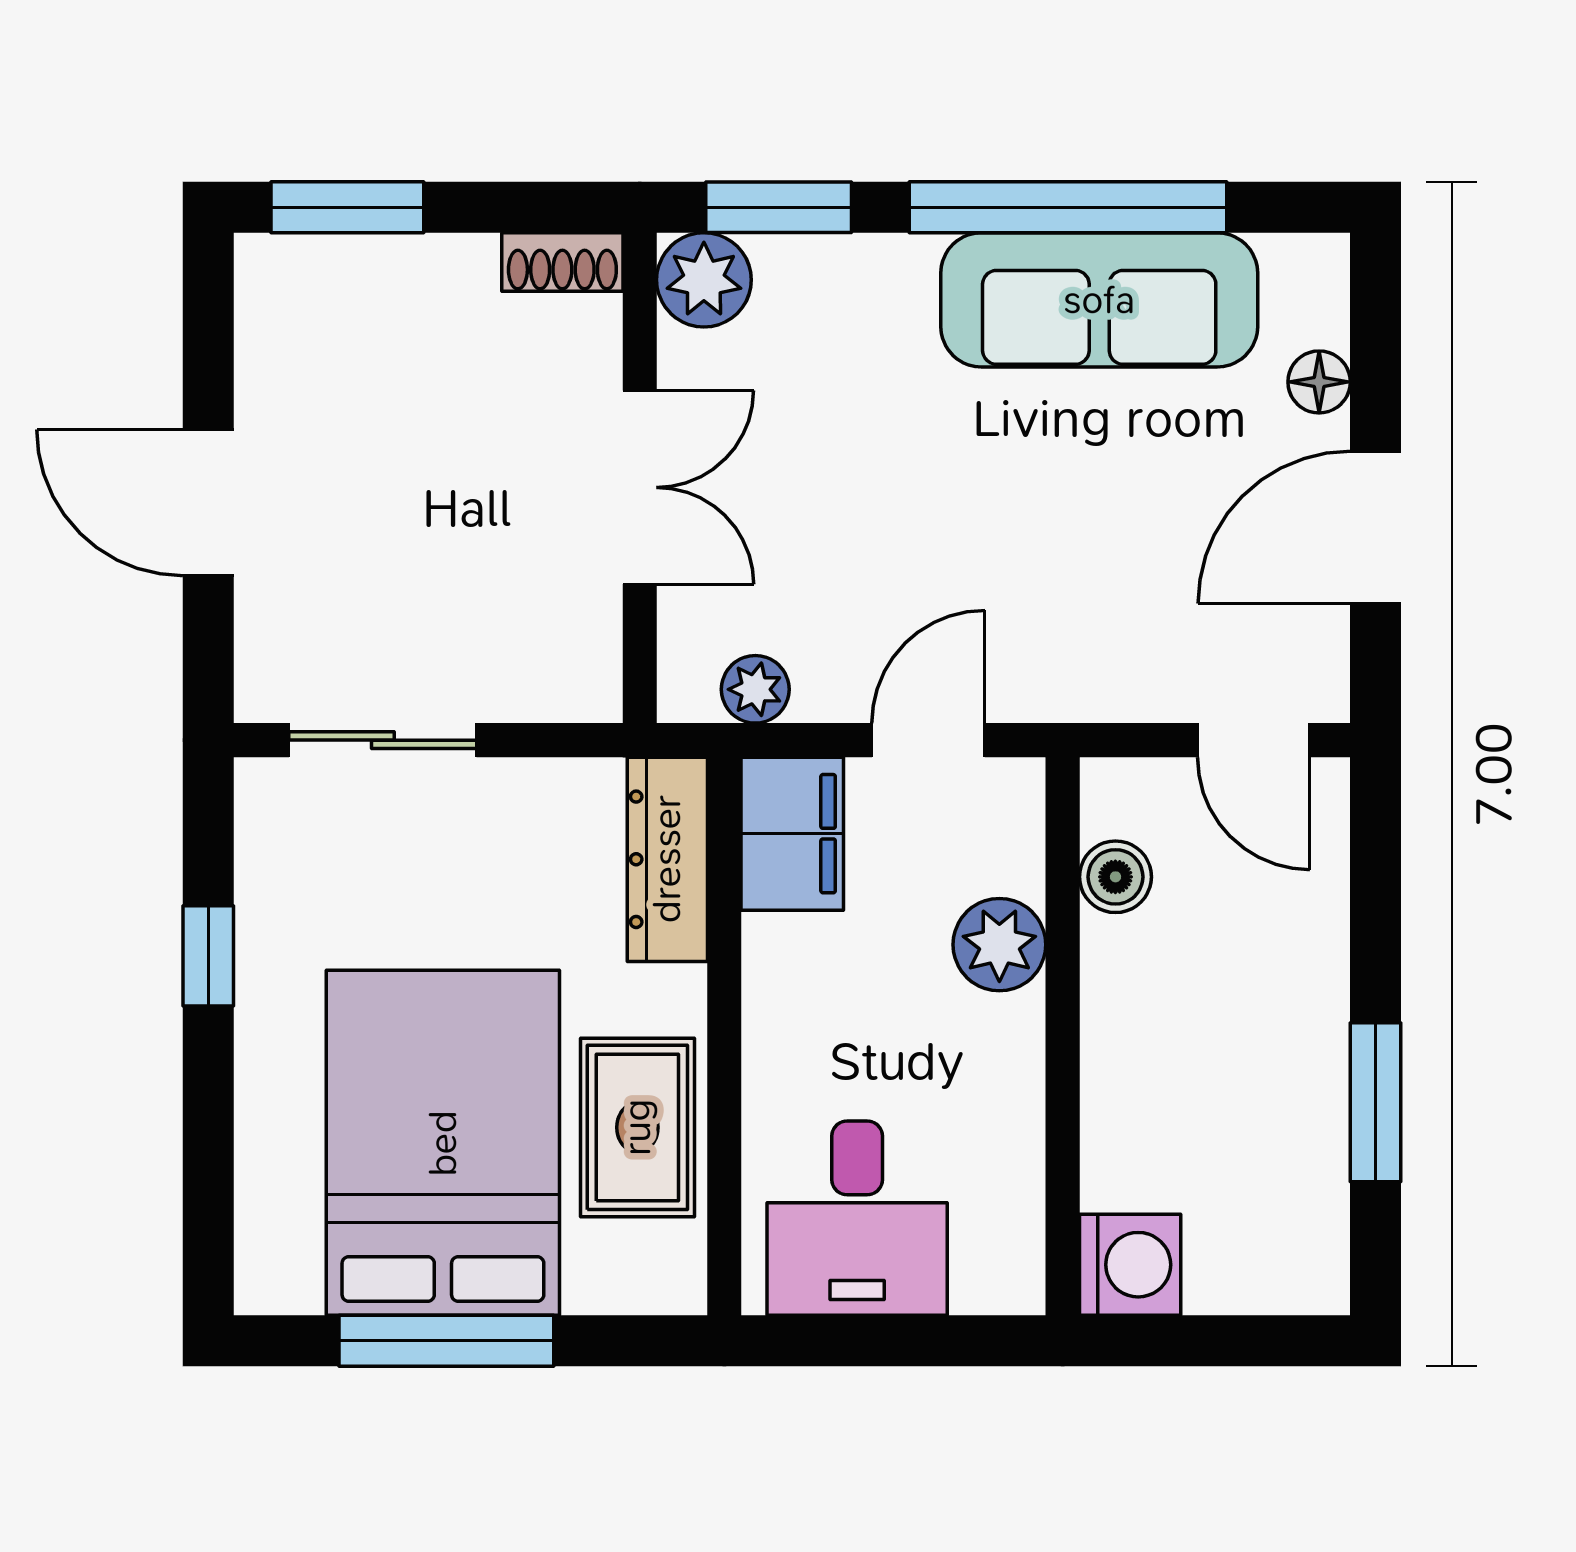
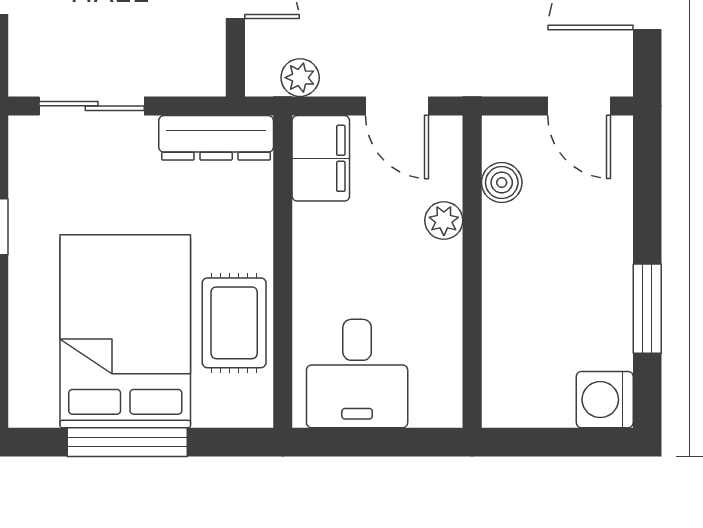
door: (928, 740) -> (397, 106), swing flipped
dresser: (667, 859) -> (216, 138), moved, turned -90
plant: (999, 945) -> (444, 220), width x0.73, depth x0.73
washing machine: (1130, 1265) -> (605, 400), moved, turned 180

